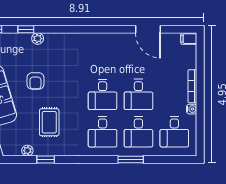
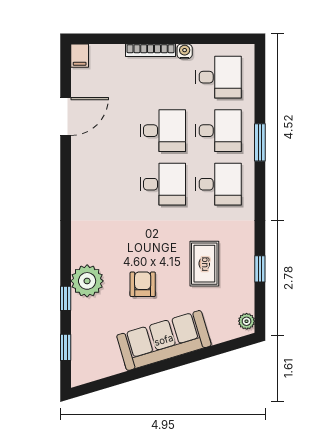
plant: (38, 39) -> (87, 281), width x1.88, depth x1.88
armchair: (35, 81) -> (143, 284), turned -90
rug: (49, 122) -> (204, 264), turned 90
plant: (27, 151) -> (247, 321), moved

